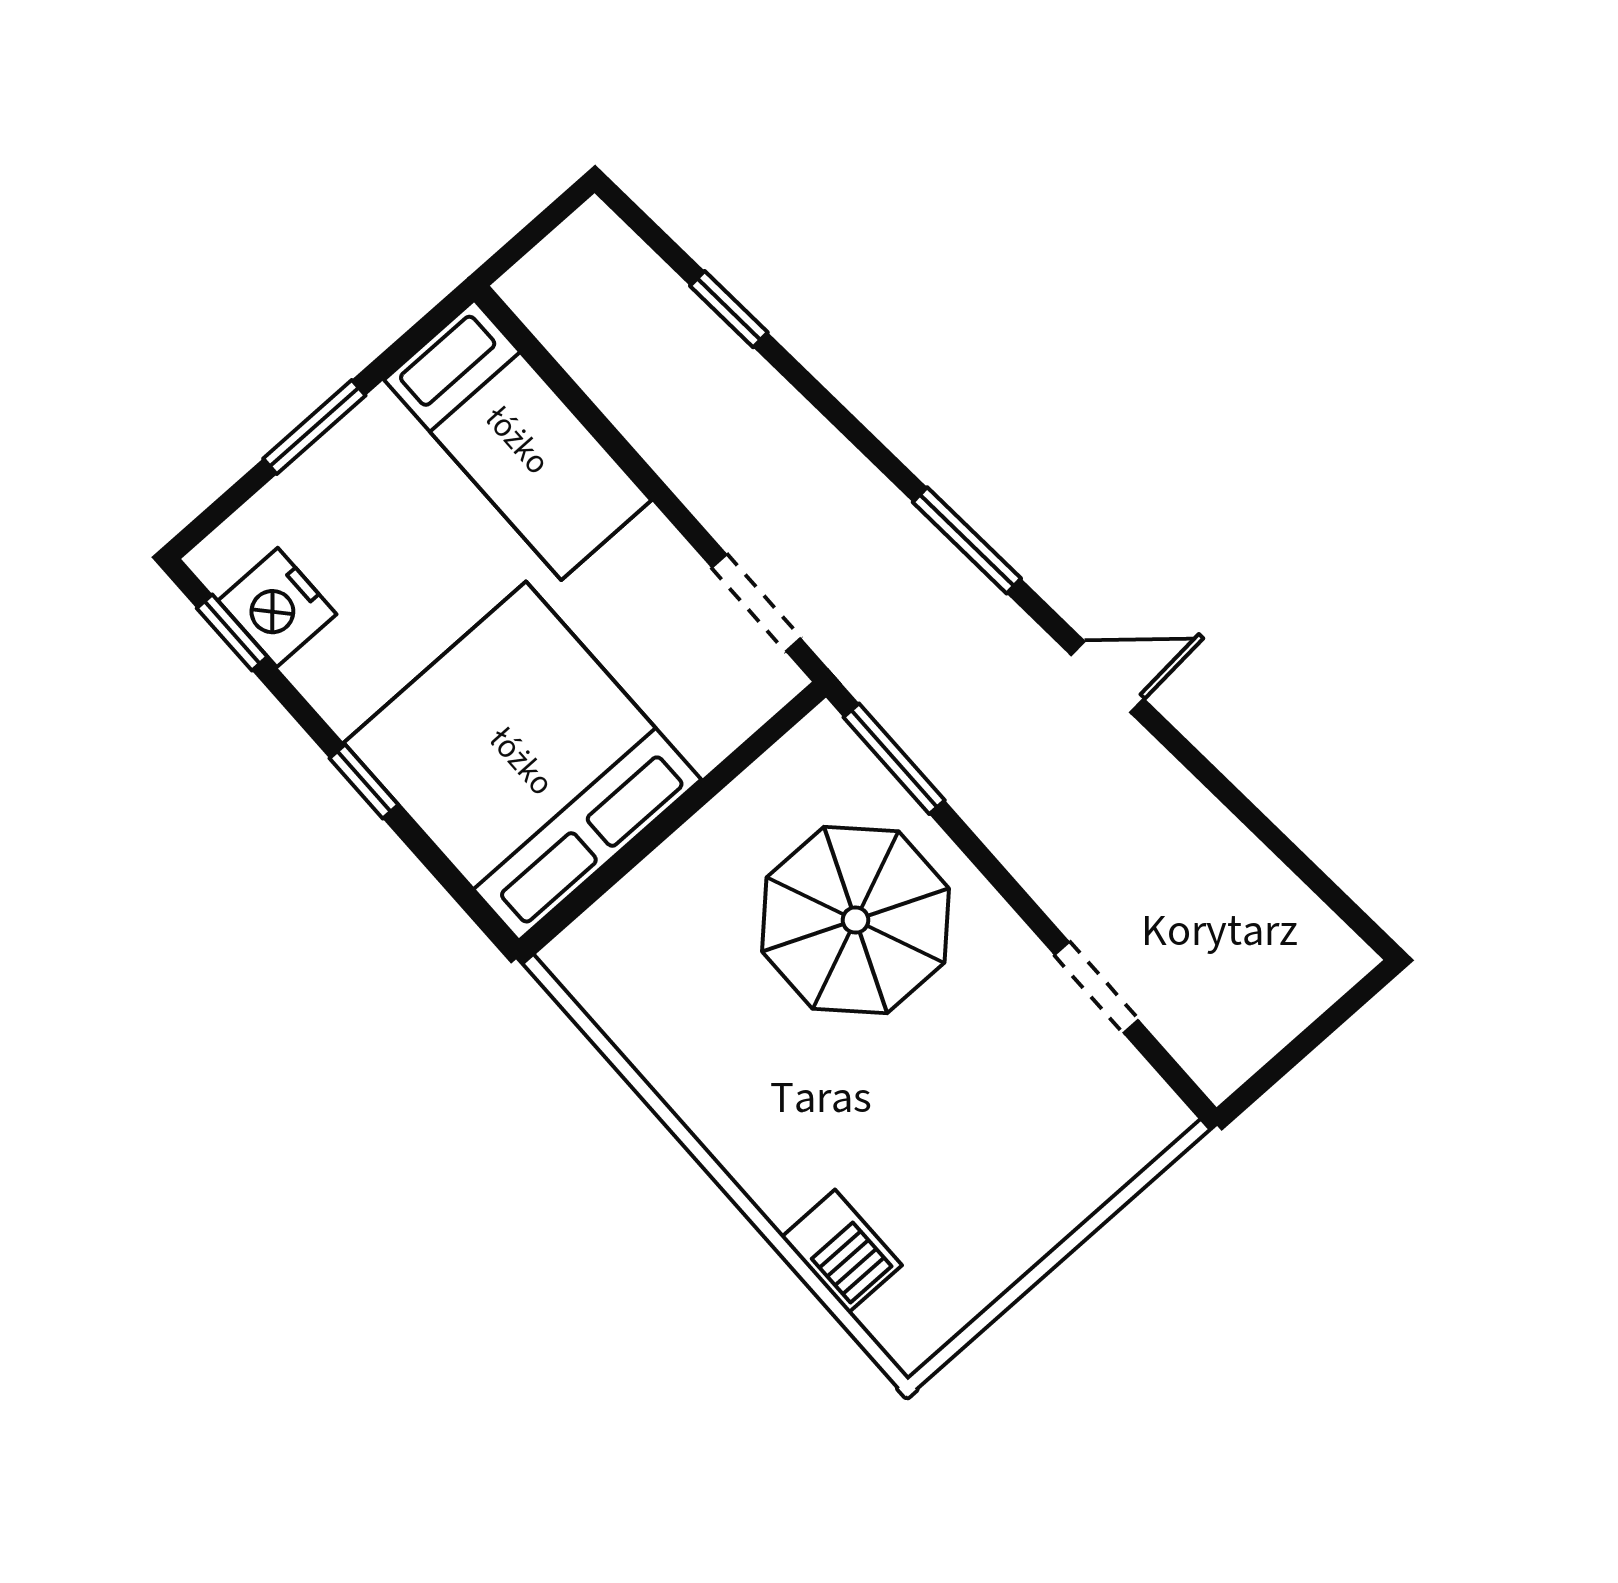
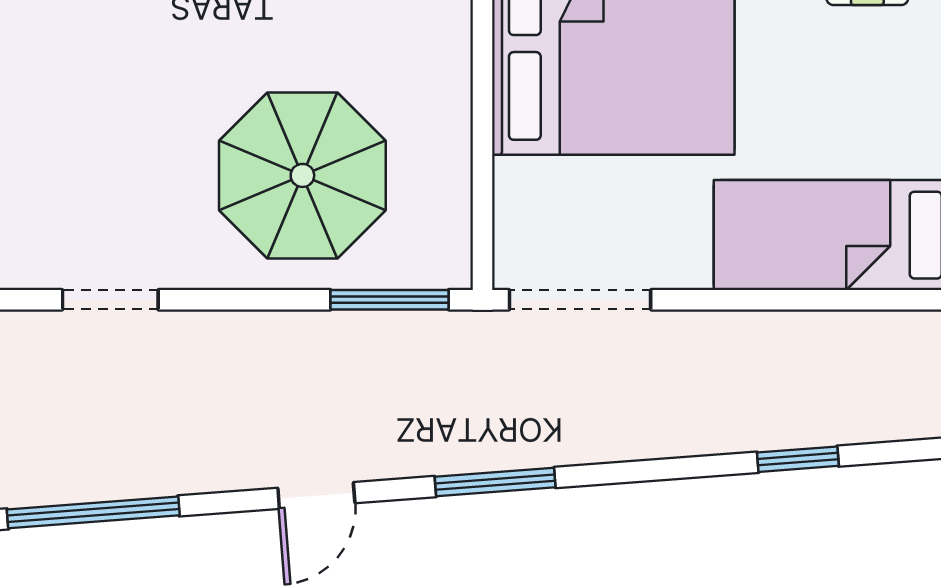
doorway: (756, 603) -> (580, 300), width x1.38
window: (1283, 847) -> (93, 512), added

